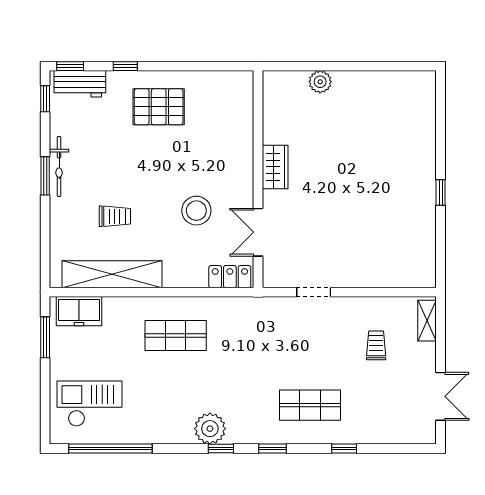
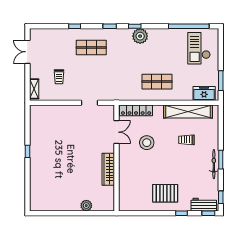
wardrobe: (275, 167) -> (108, 169), width x1.50
locker: (230, 277) -> (136, 110), width x1.53
checkout: (89, 404) -> (199, 48), turned 90

